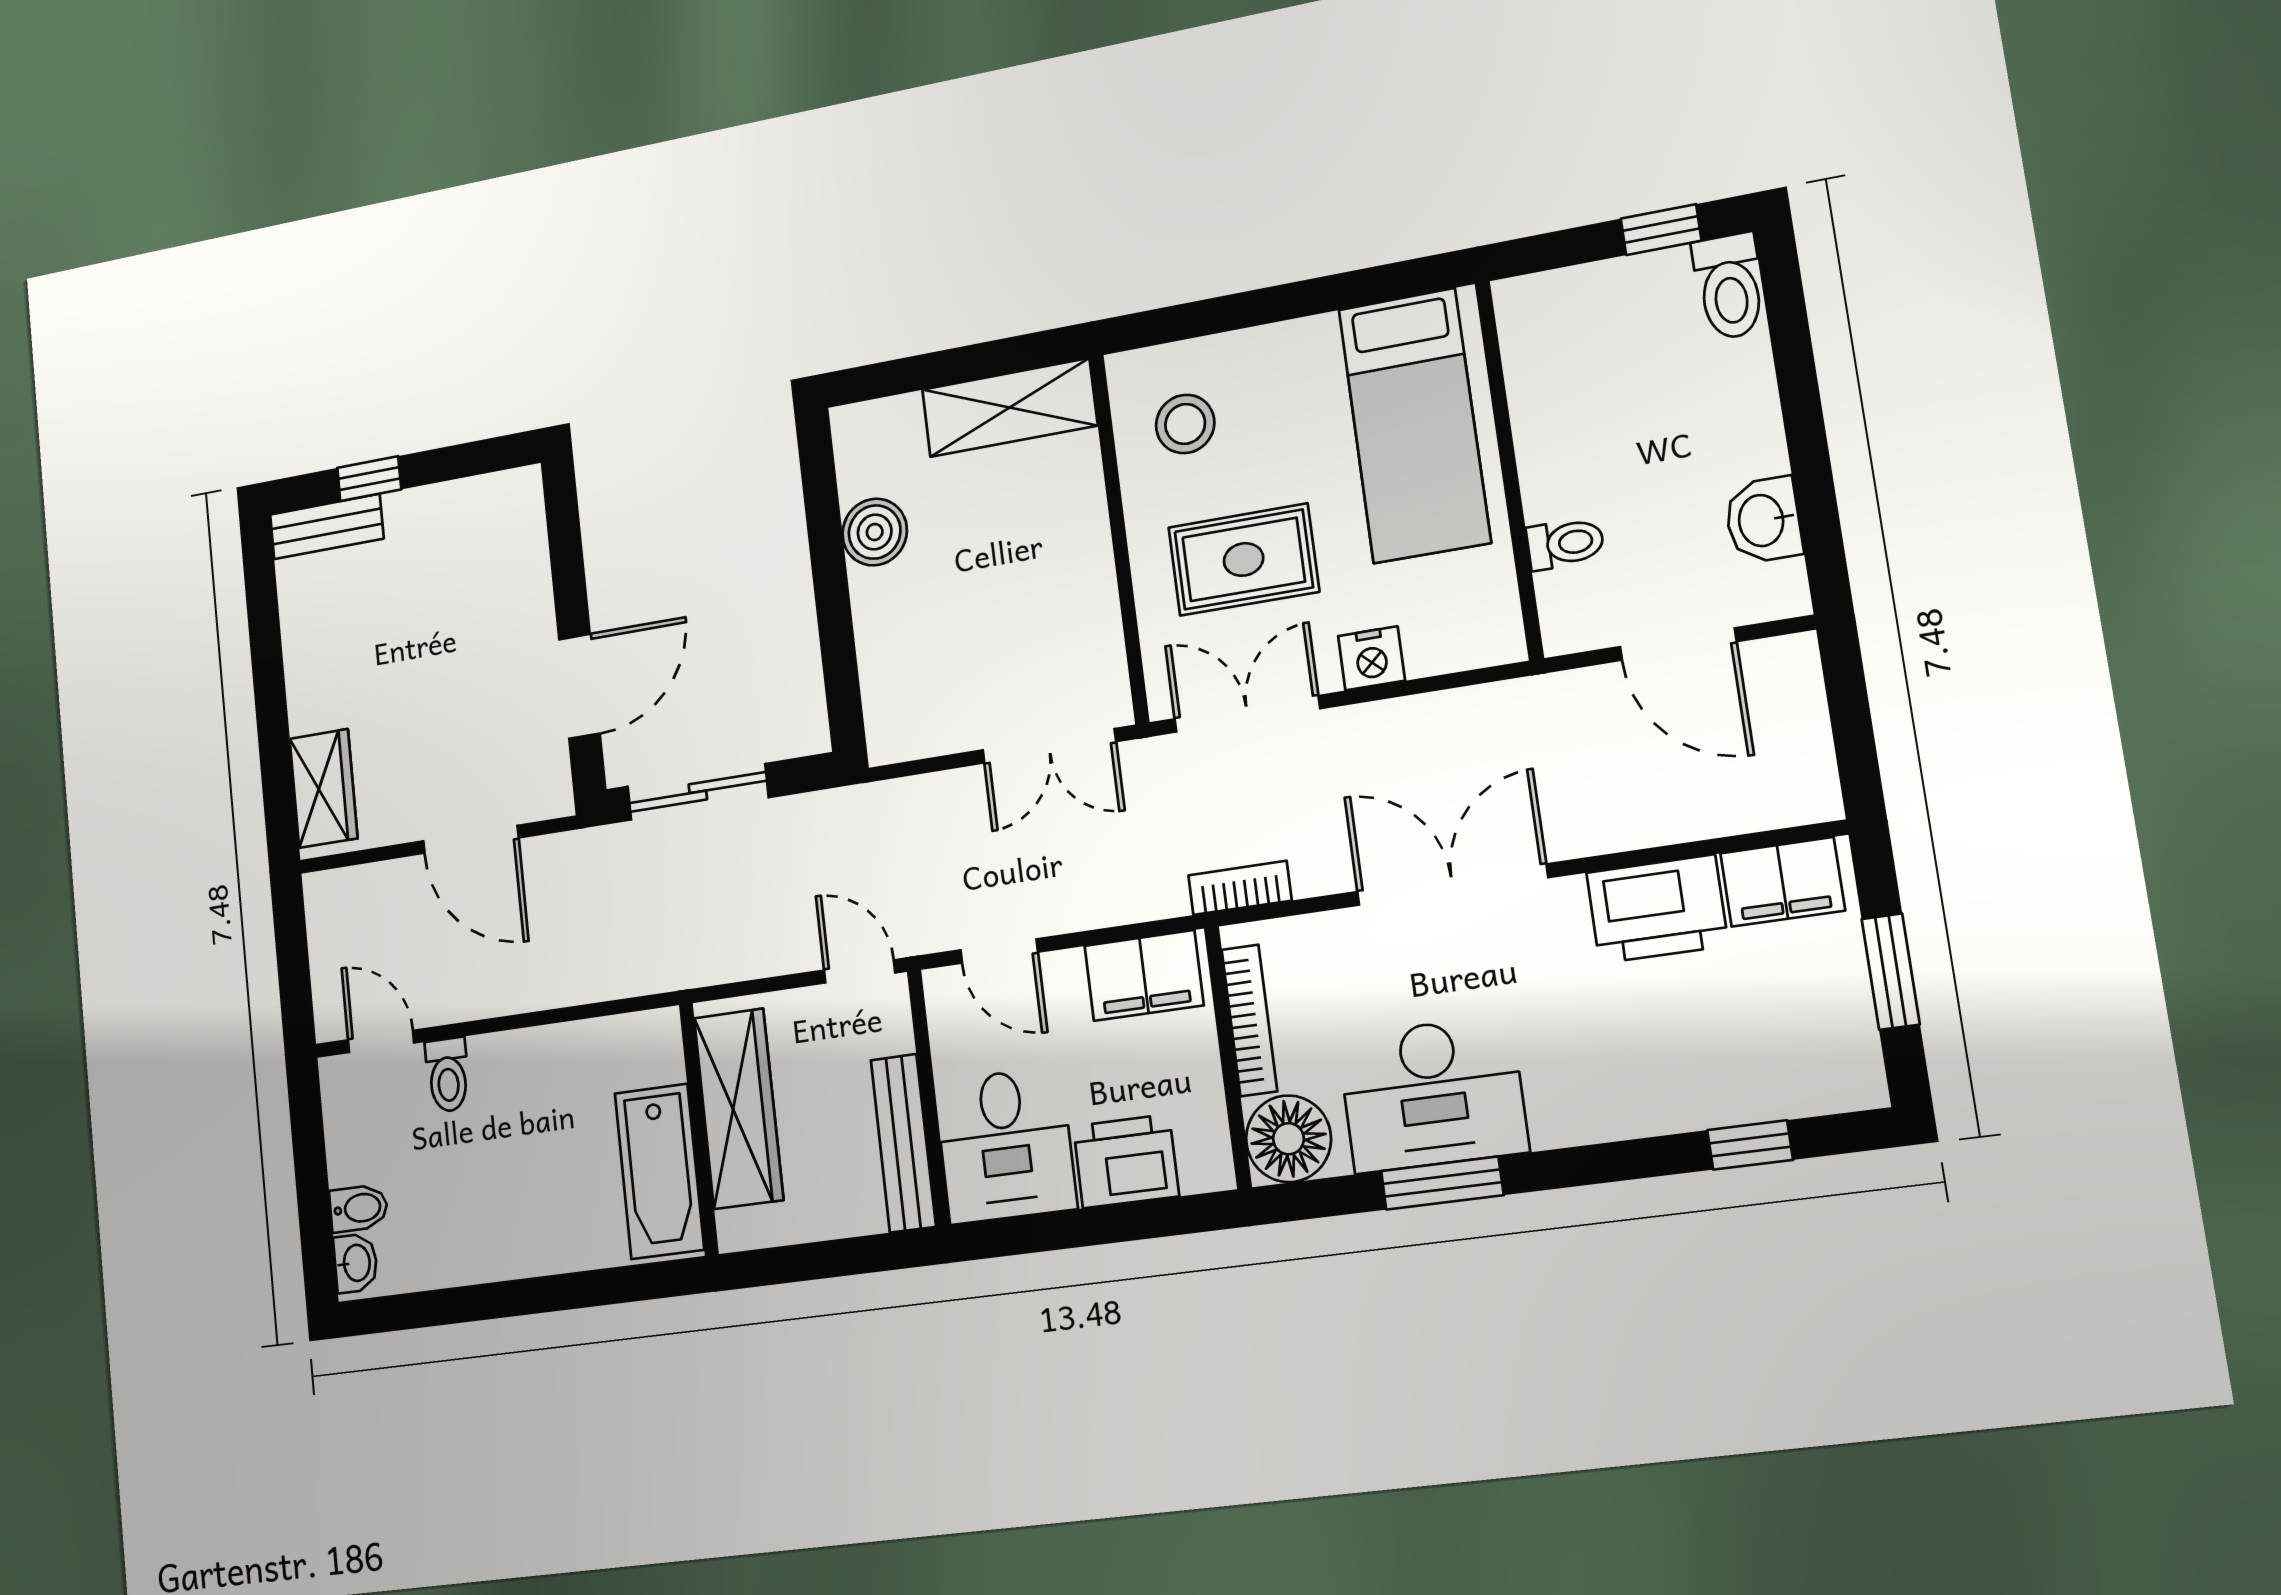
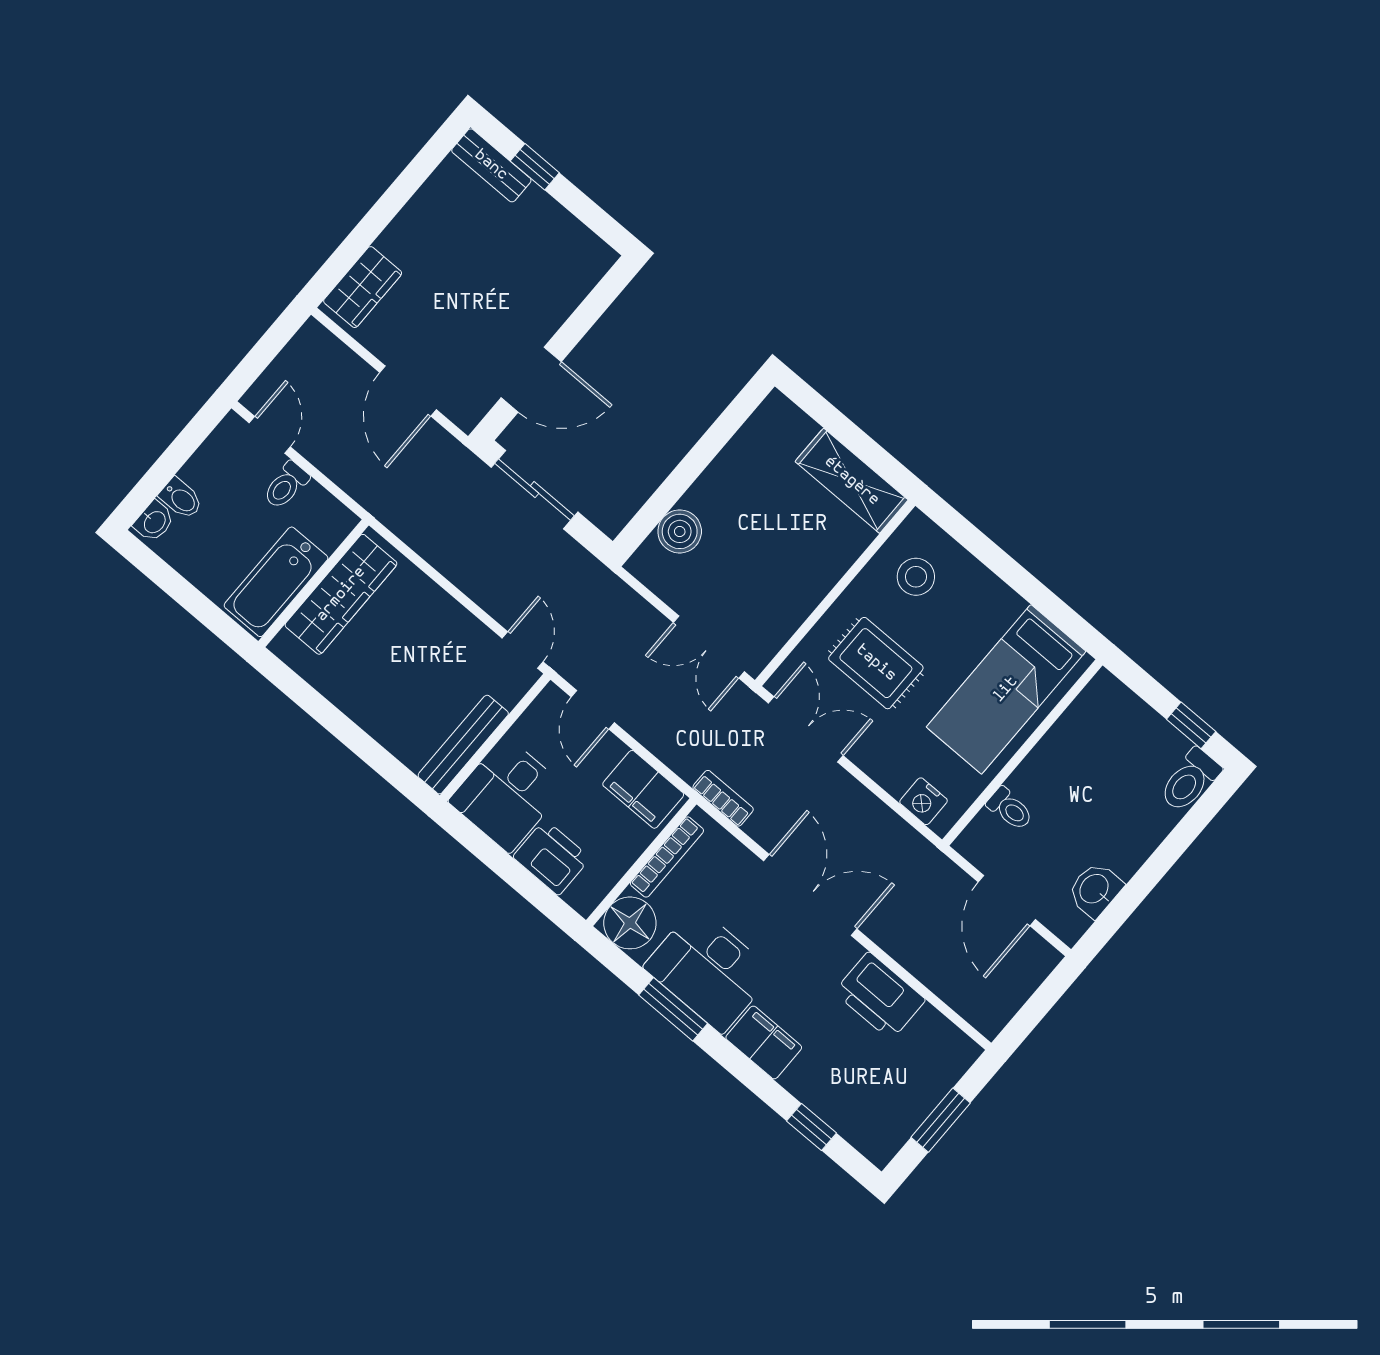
boiler: (875, 532) -> (680, 531), moved
nightstand: (1371, 658) -> (924, 801), moved
filing cabinet: (1782, 882) -> (764, 1042), moved, turned 180
wardrobe: (739, 1109) -> (341, 594), moved
wall: (699, 1129) -> (314, 583), moved
bathtub: (659, 1171) -> (276, 582), moved

